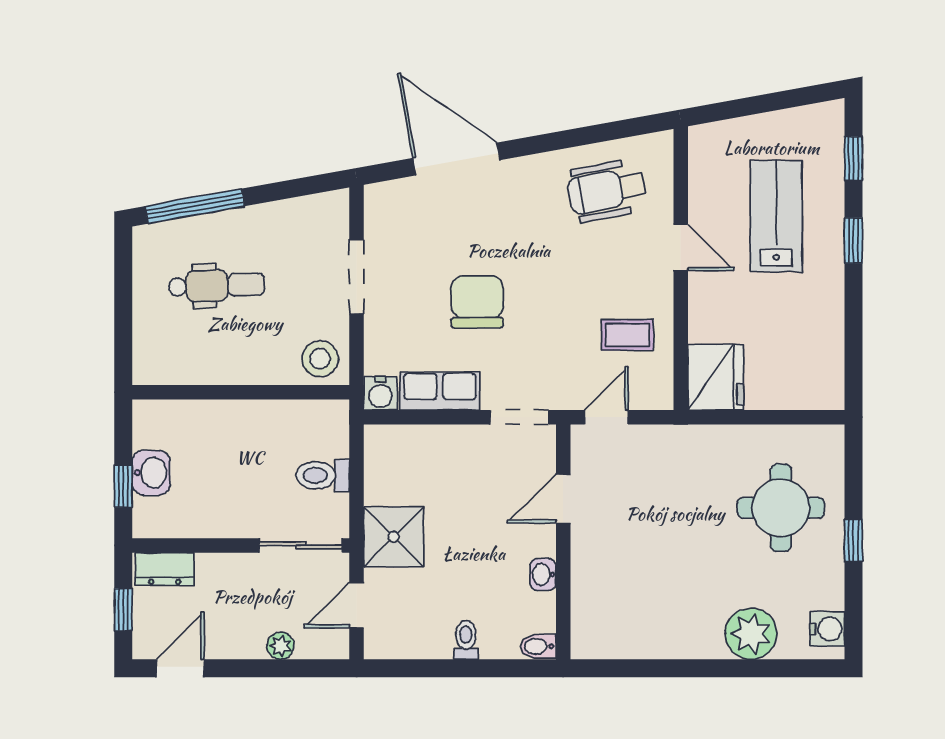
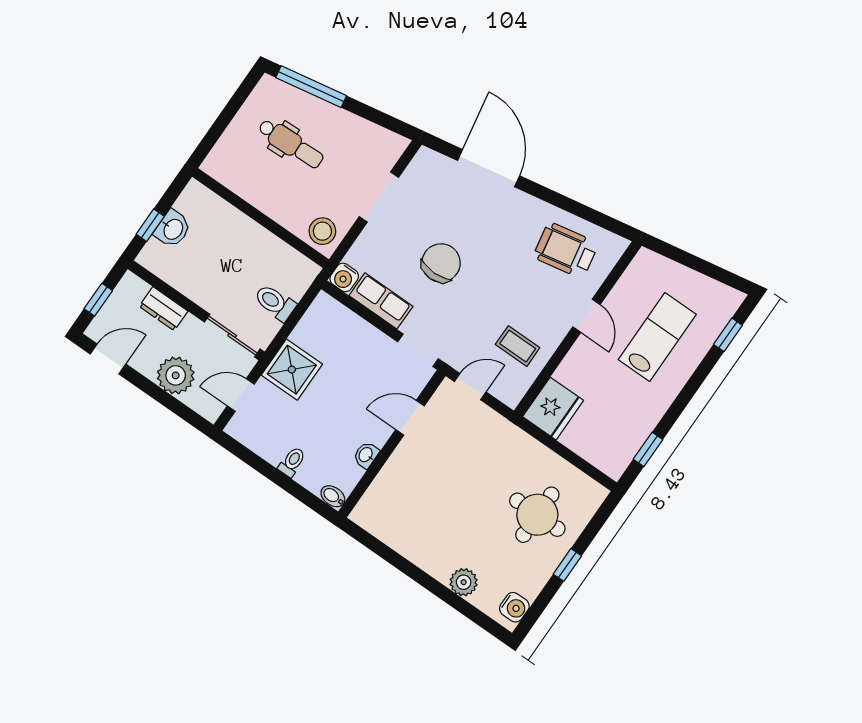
window: (853, 240) -> (648, 449), moved
dresser: (165, 569) -> (163, 309), moved
plant: (751, 634) -> (464, 582), width x0.73, depth x0.73
plant: (280, 646) -> (176, 375), width x1.88, depth x1.88

